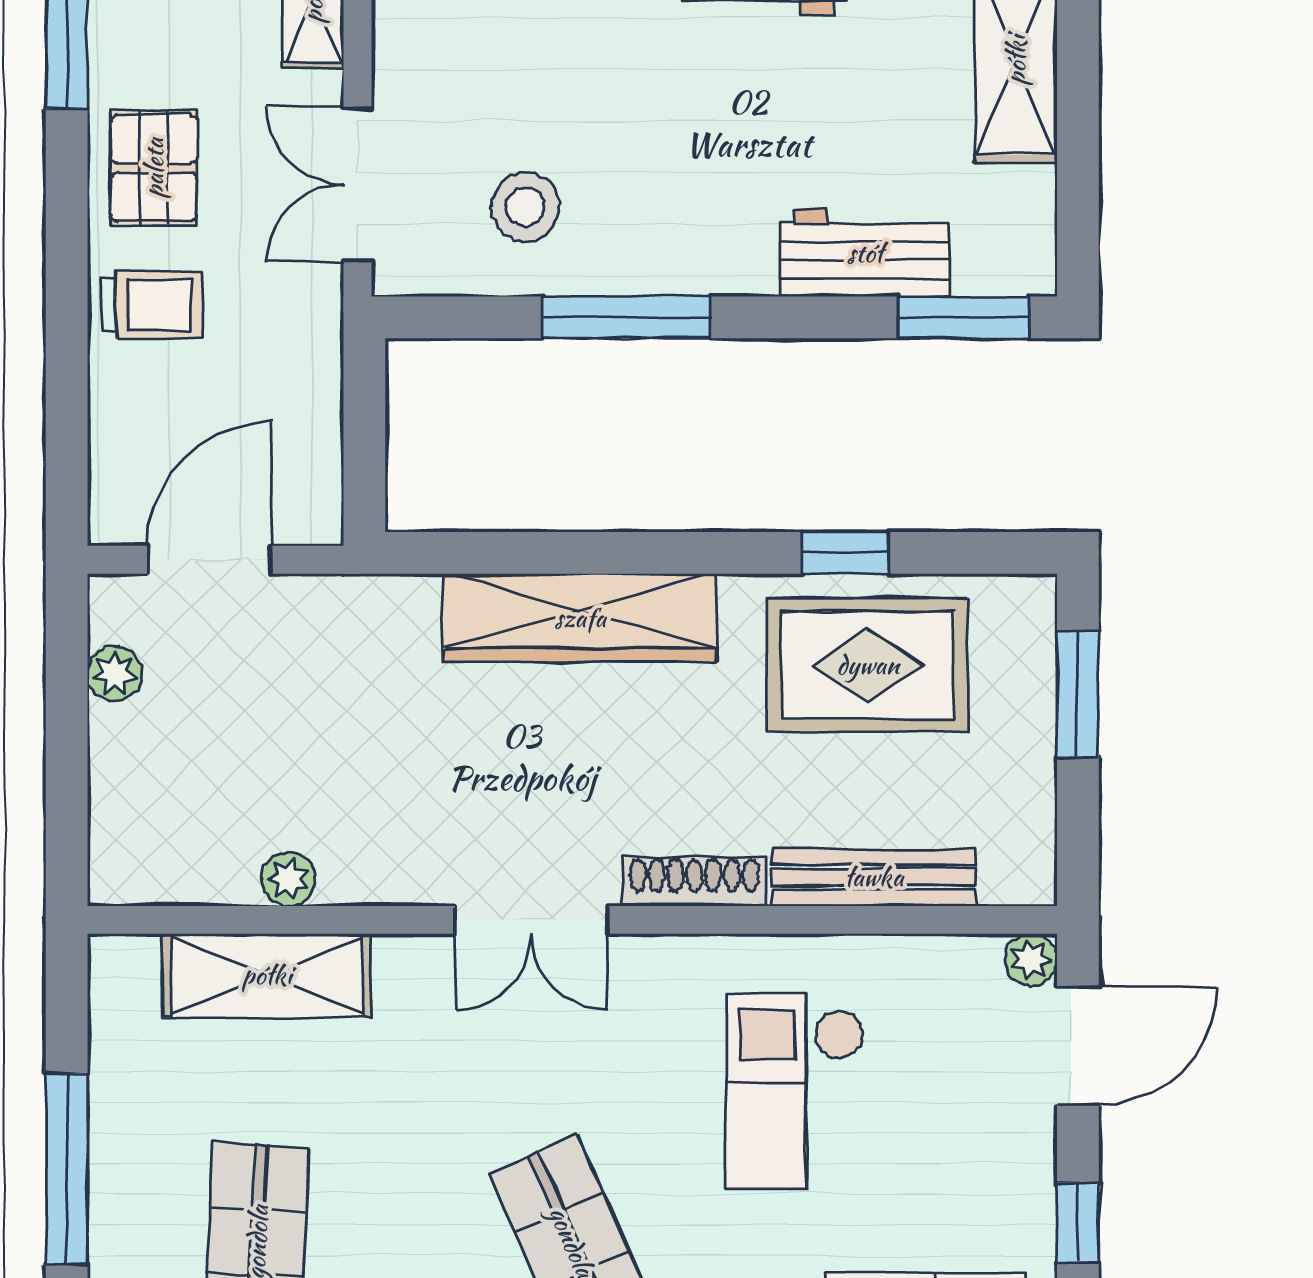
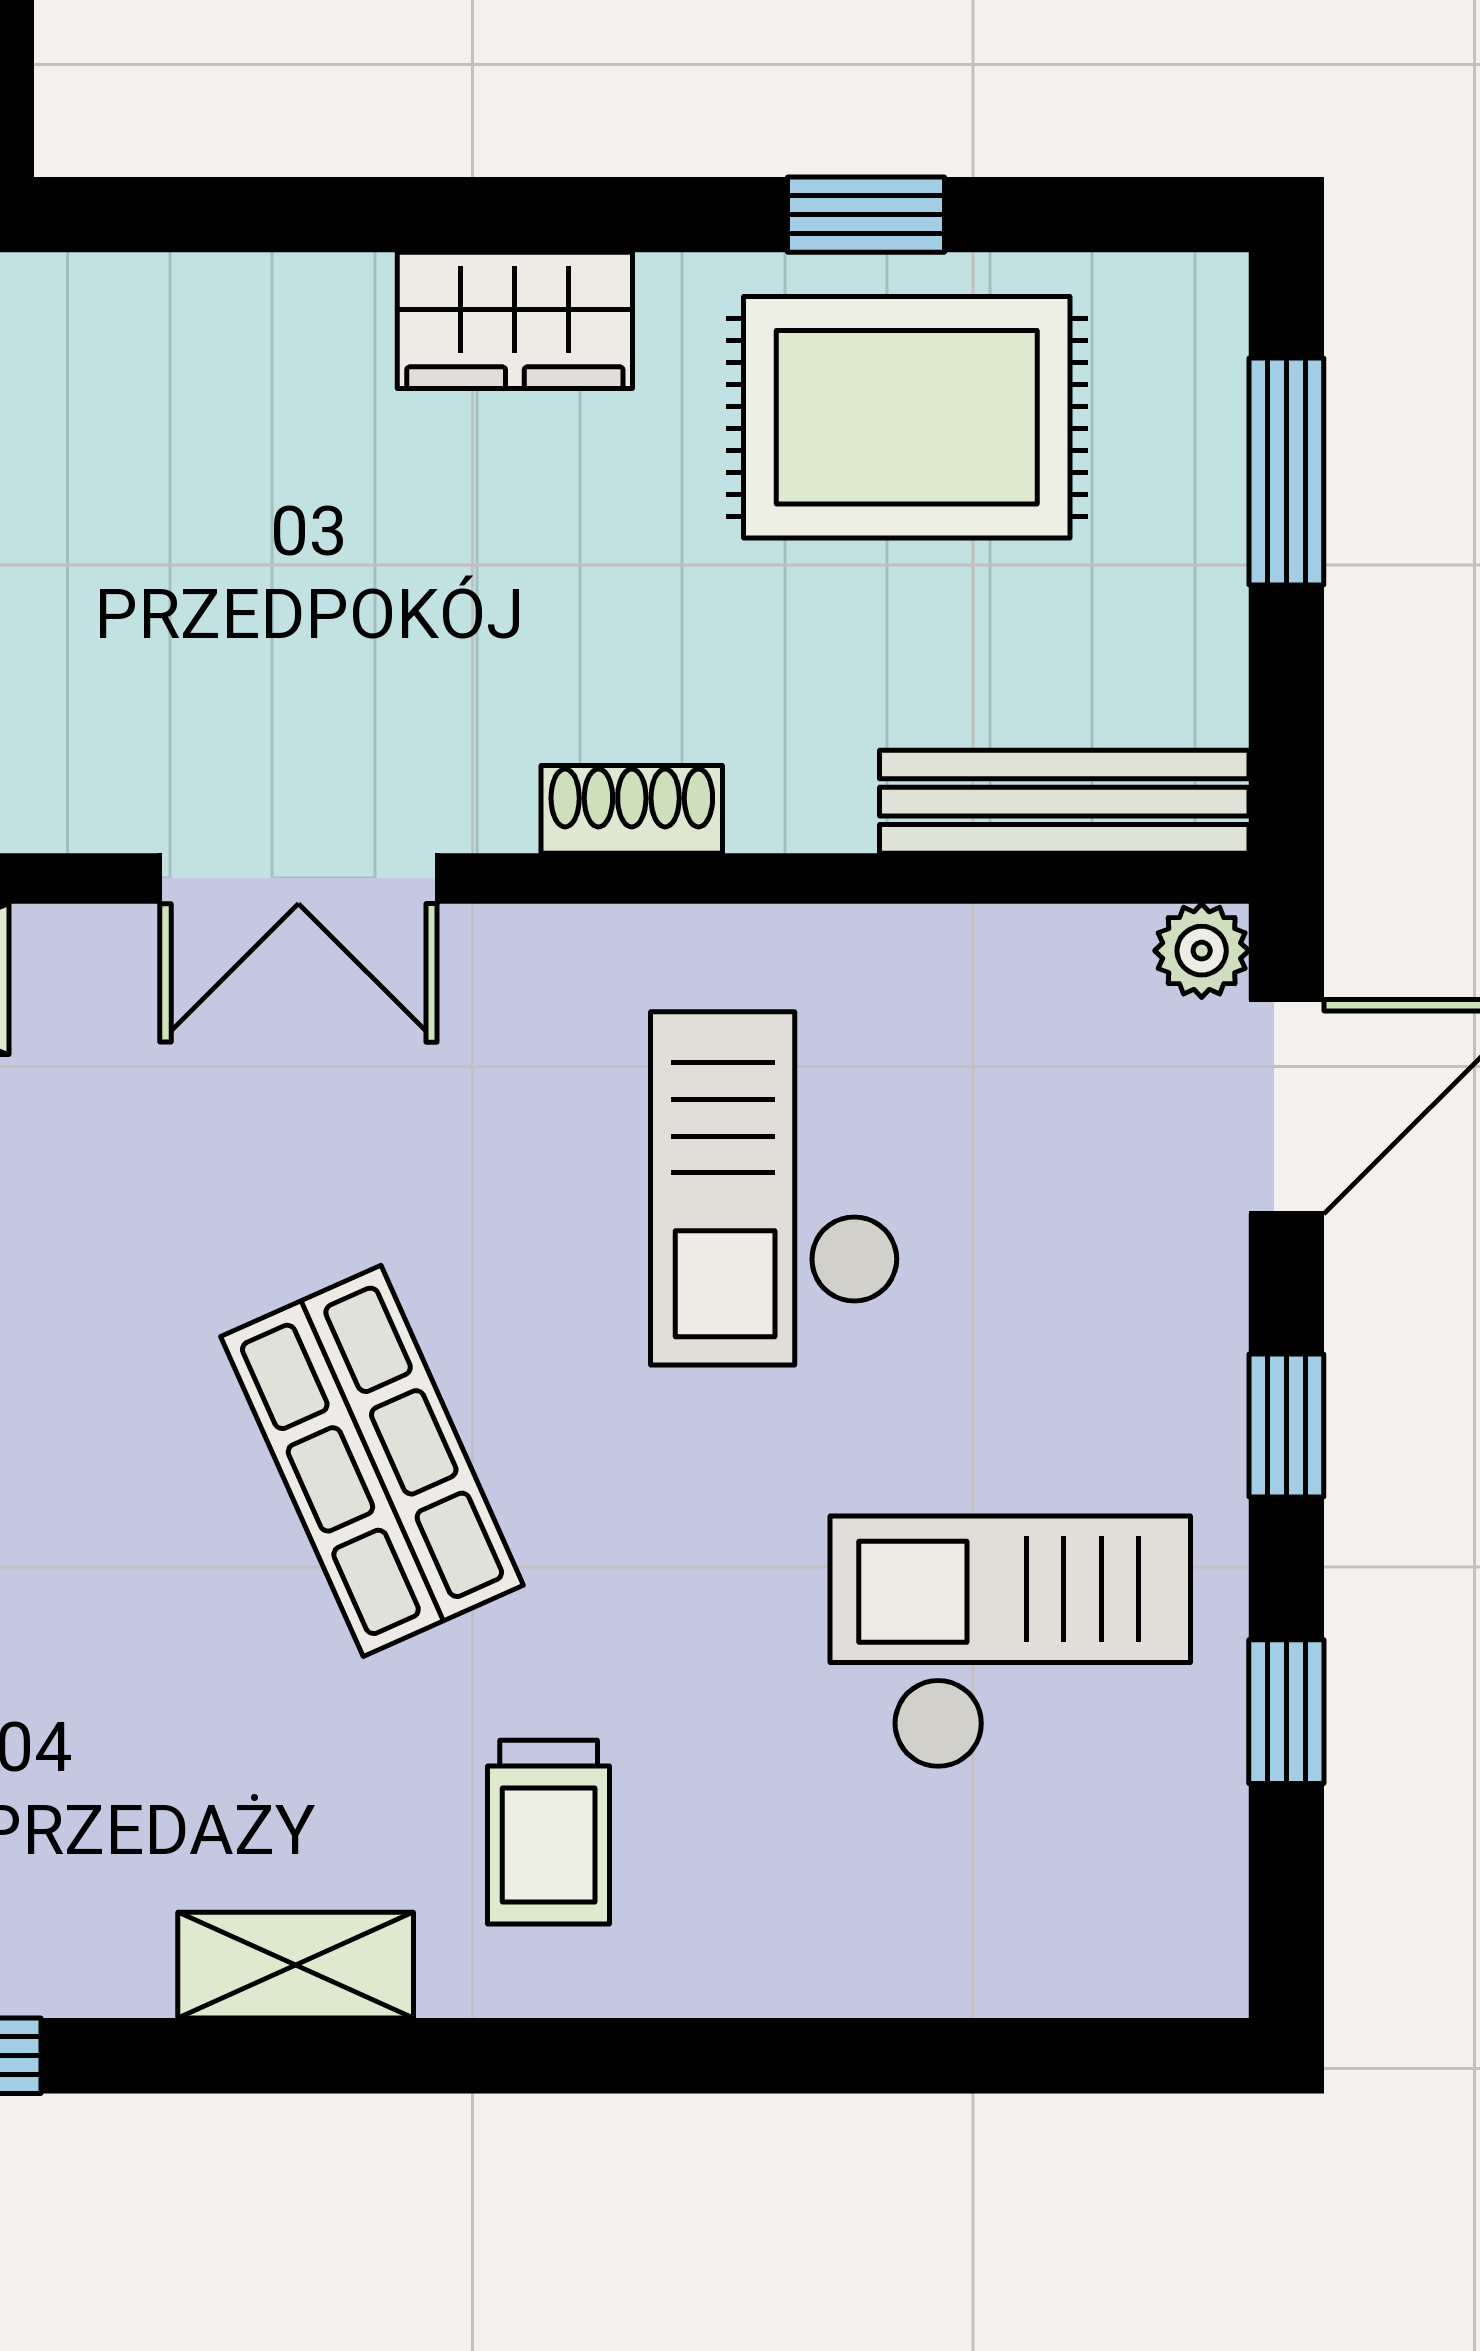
wardrobe: (580, 618) -> (515, 320), width x0.48, depth x0.85
bench: (874, 877) -> (1064, 802), moved
shoe rack: (694, 882) -> (632, 809), width x0.70

